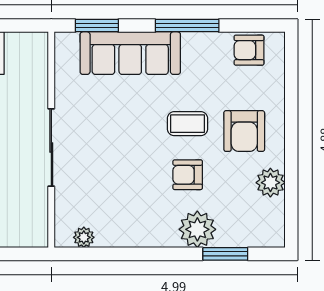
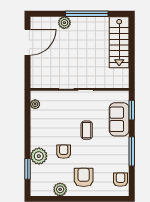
sofa: (130, 53) -> (119, 119), width x0.73
coffee table: (187, 124) -> (87, 130), moved
armchair: (244, 131) -> (84, 177), turned 90

